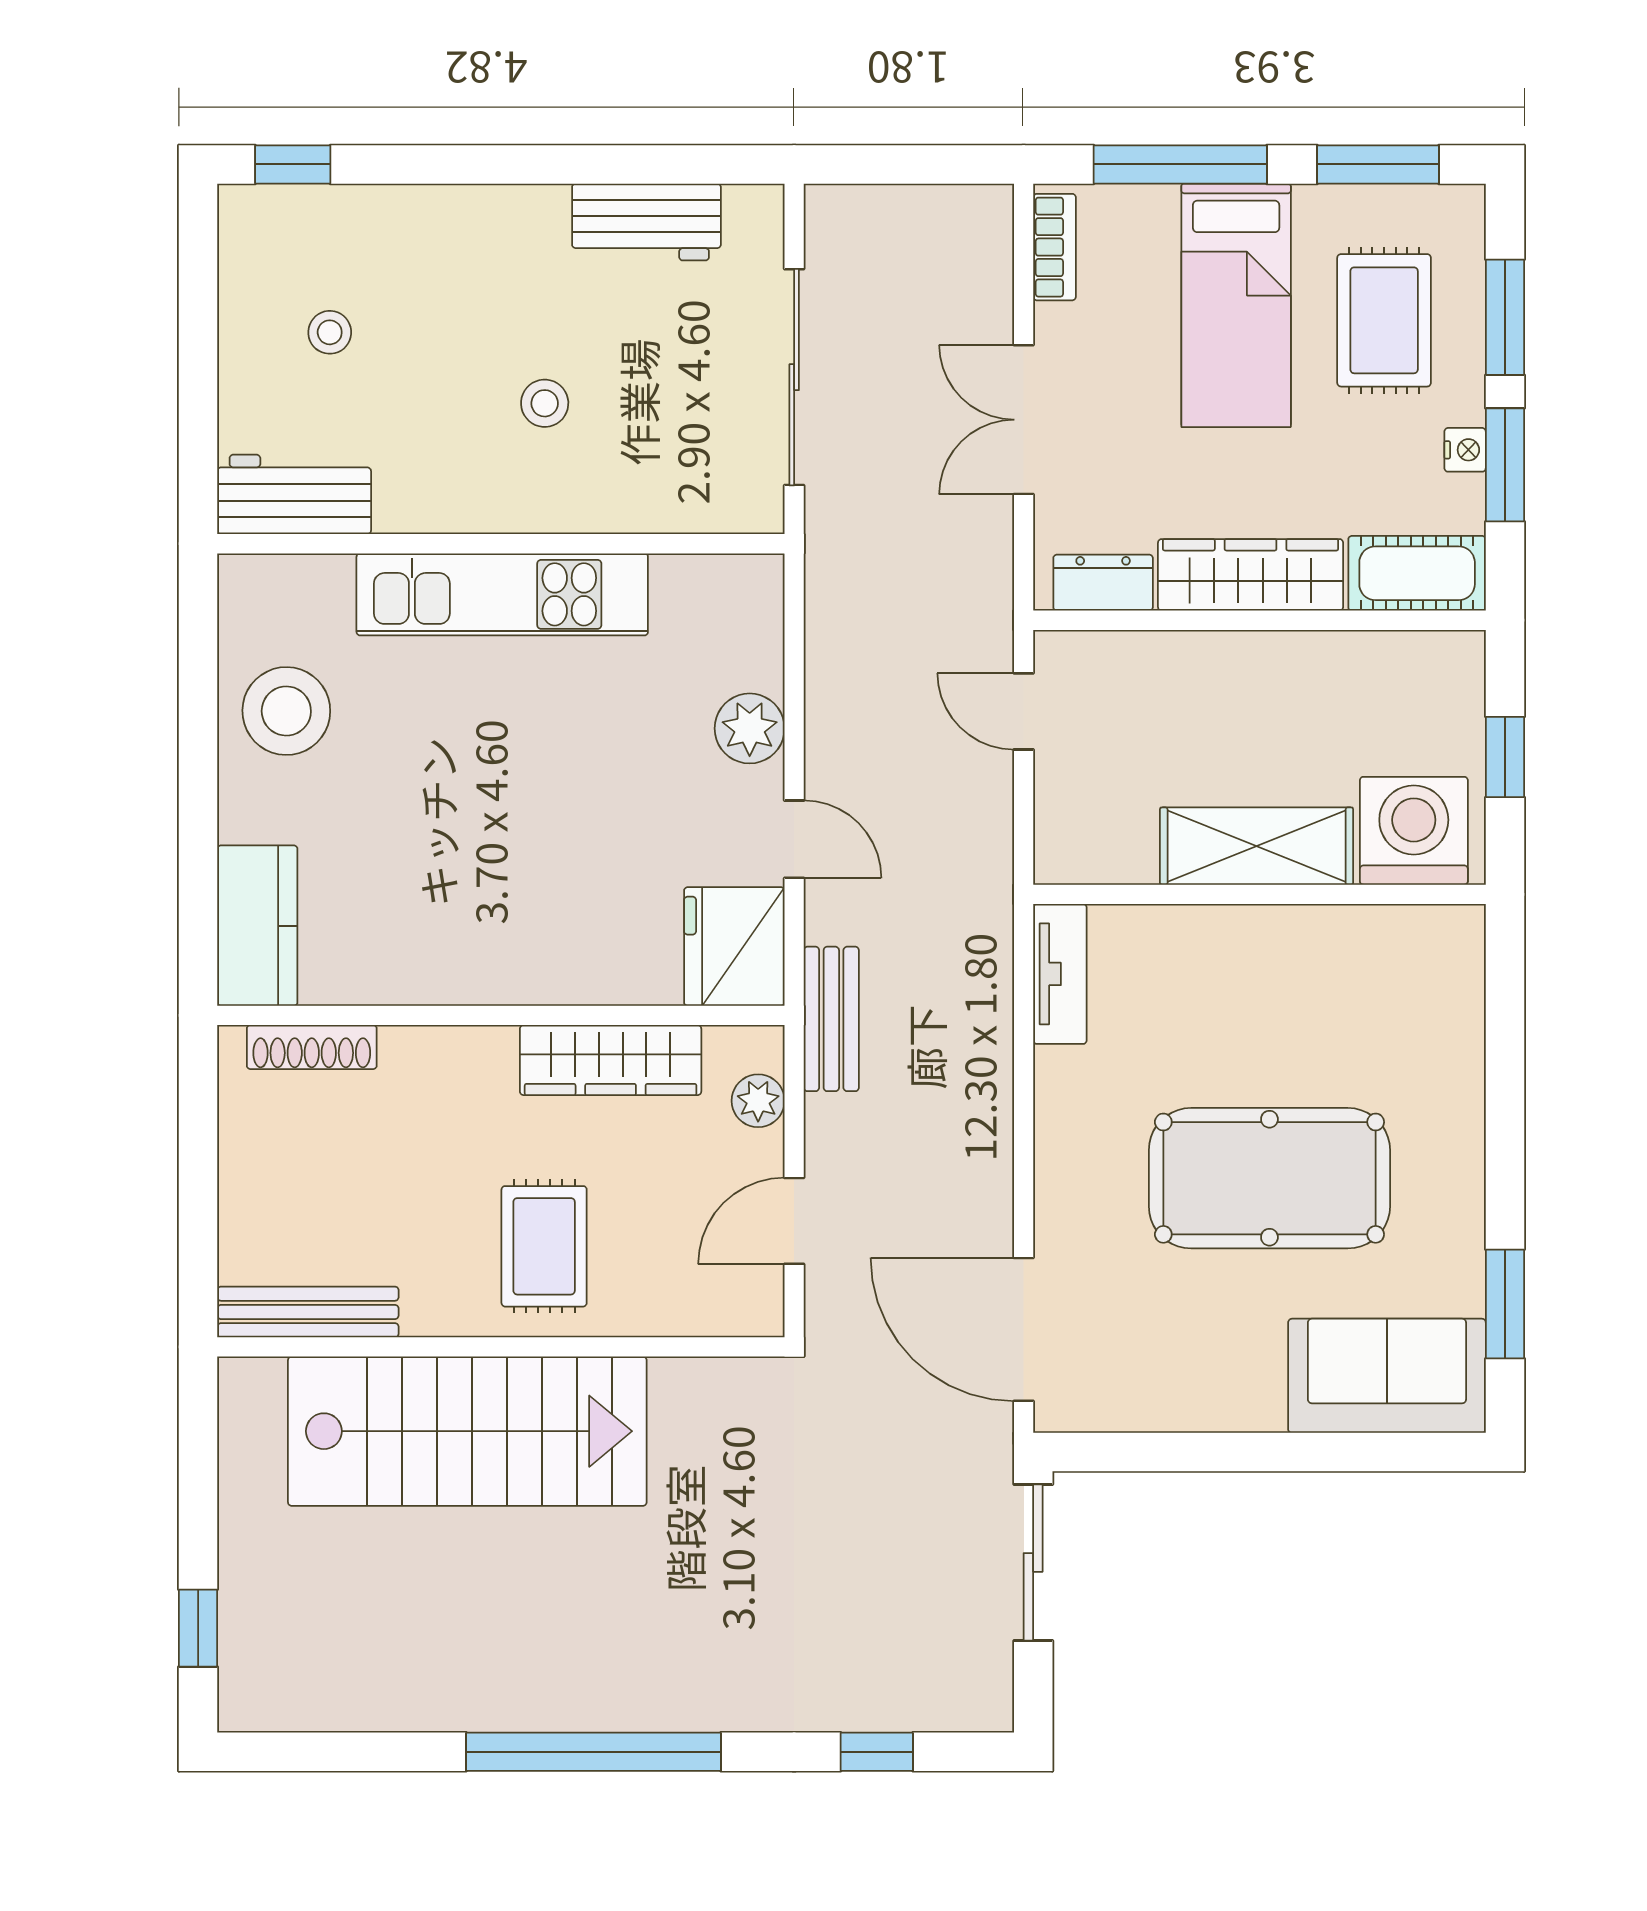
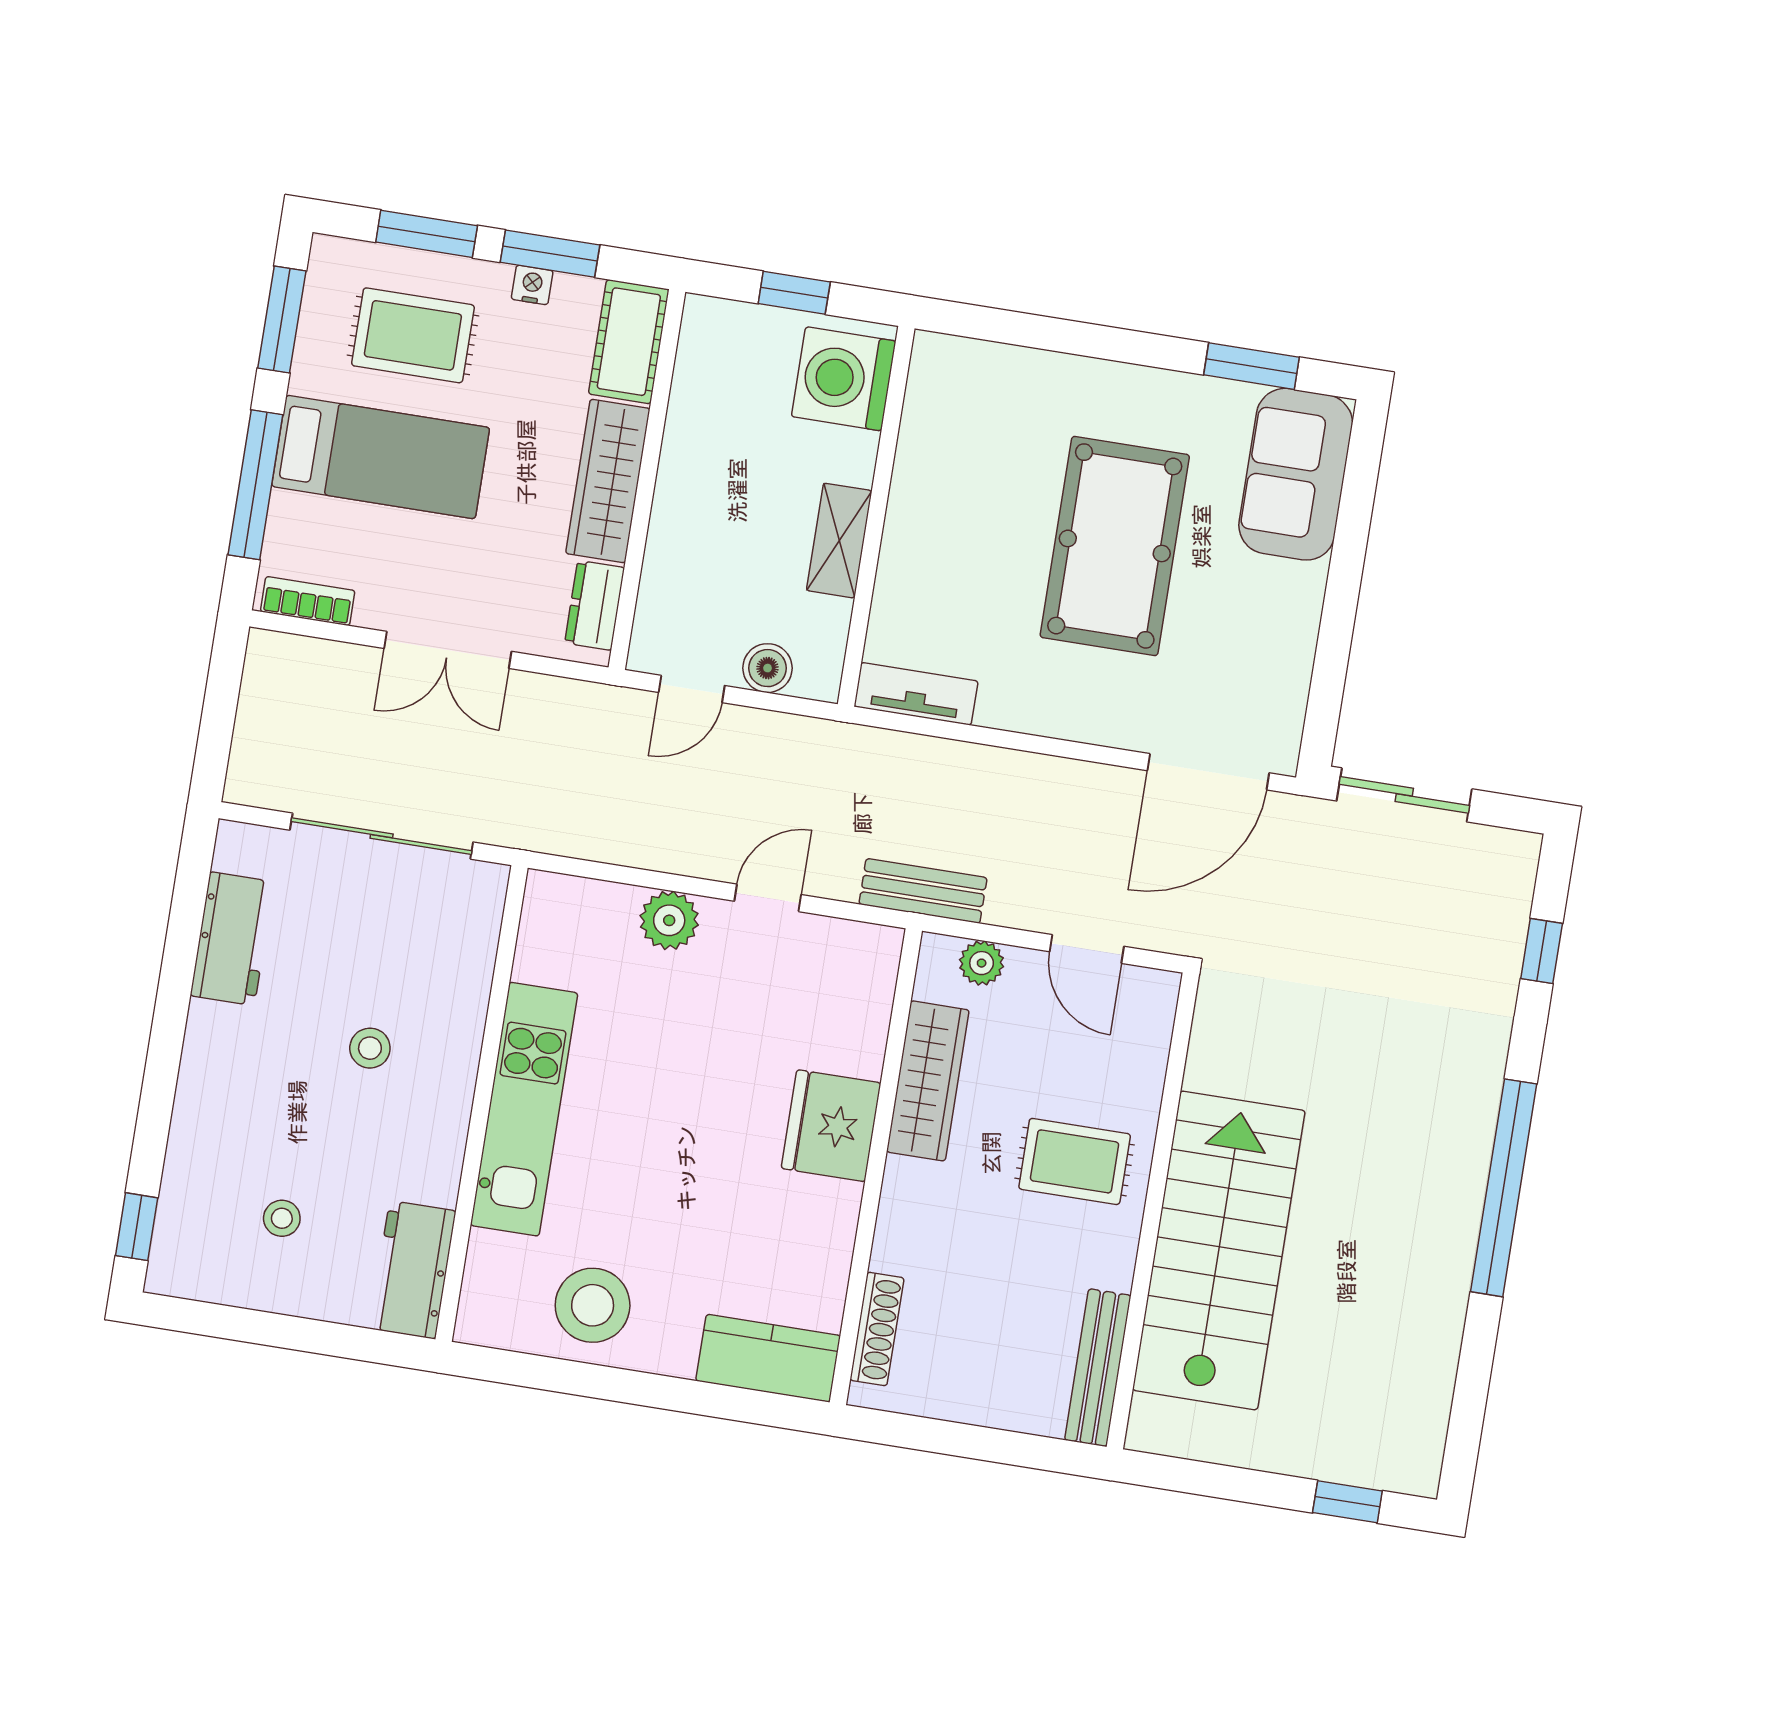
boiler: (1062, 796) -> (767, 668), added
shelving: (1257, 846) -> (839, 541), width x0.67, depth x0.75
fridge: (734, 947) -> (831, 1126), moved, turned 90

